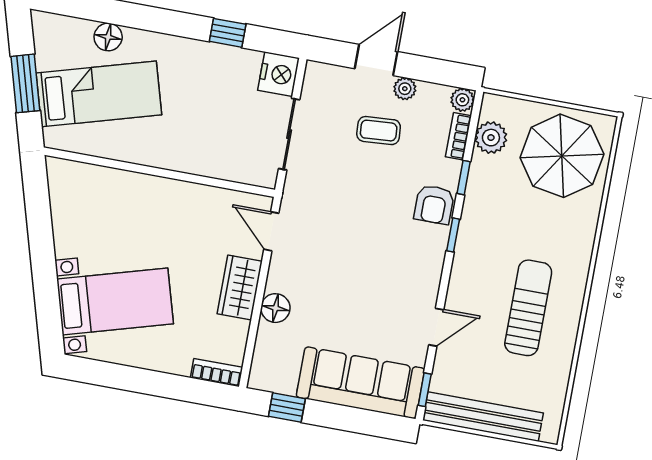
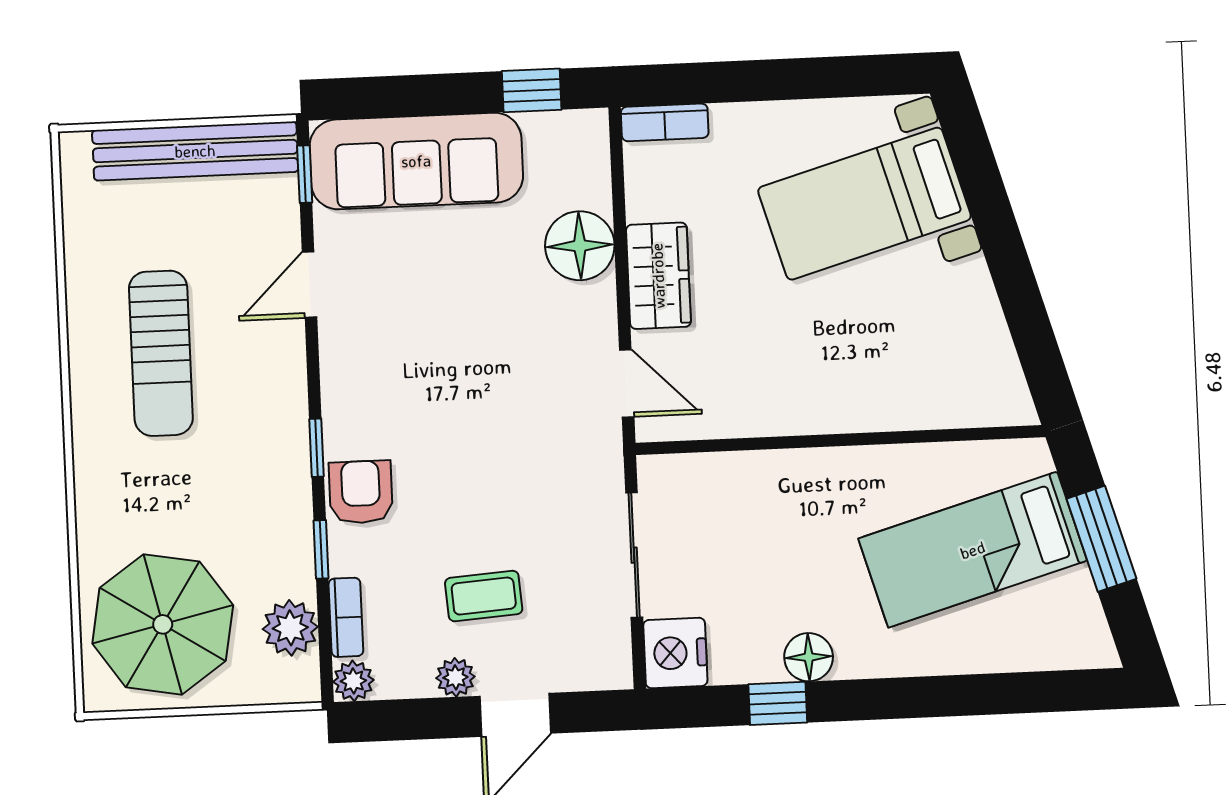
floor lamp: (108, 37) -> (809, 657), moved
floor lamp: (275, 308) -> (580, 246), width x1.38, depth x1.38

